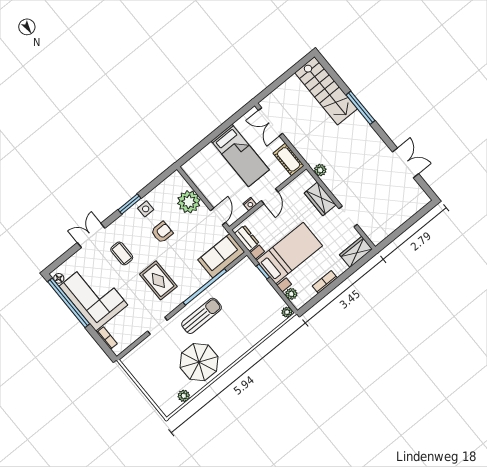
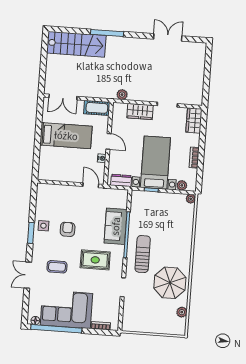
plant: (189, 202) -> (64, 195), removed
sofa: (221, 256) -> (116, 226), moved

